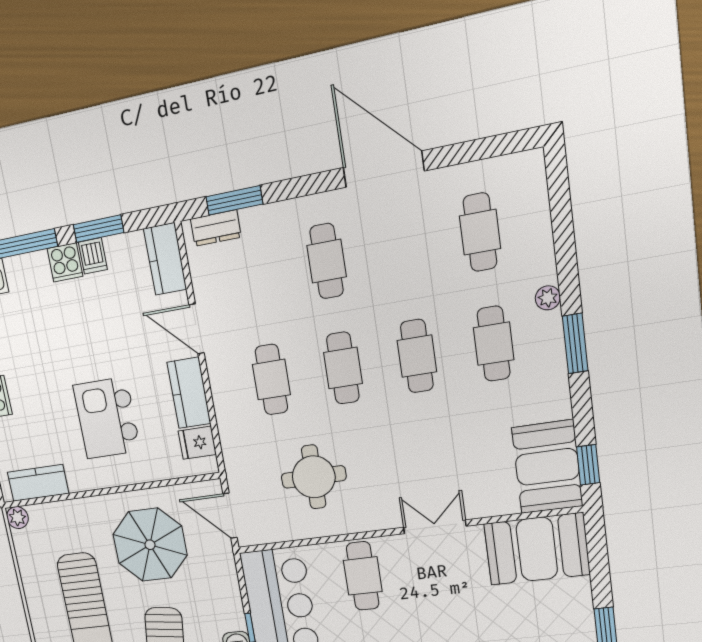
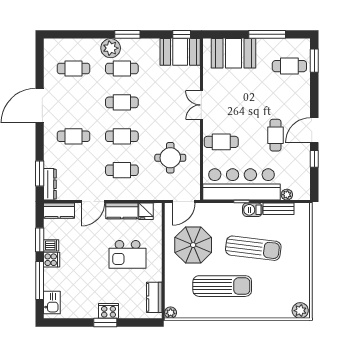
dresser: (216, 228) -> (50, 184), width x1.44
plant: (548, 298) -> (111, 48), width x1.88, depth x1.88
booth: (537, 549) -> (233, 53), moved, turned 90

